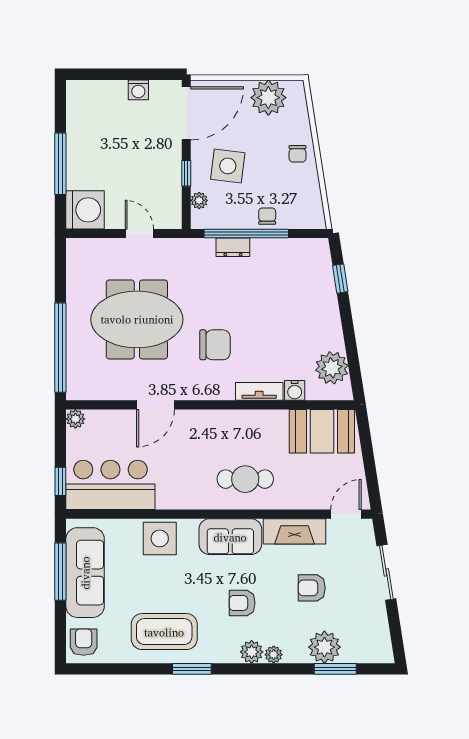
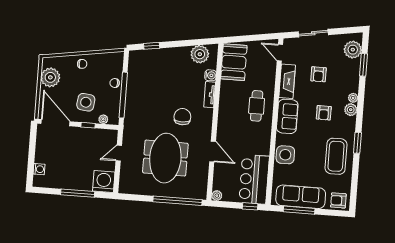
washing machine: (138, 90) -> (39, 169), moved
dresser: (233, 247) -> (130, 103), removed
plant: (324, 647) -> (353, 50), moved

